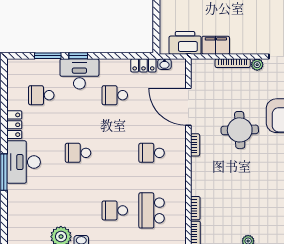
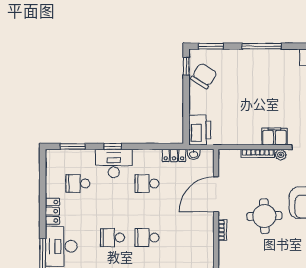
printer: (185, 43) -> (200, 130), moved, turned 90
filing cabinet: (216, 45) -> (274, 136), moved
window: (48, 56) -> (73, 146), moved
door: (188, 107) -> (216, 194), hinge flipped
school desk: (152, 153) -> (147, 238), moved

